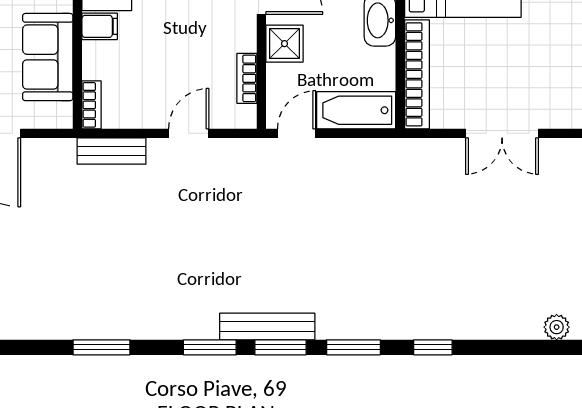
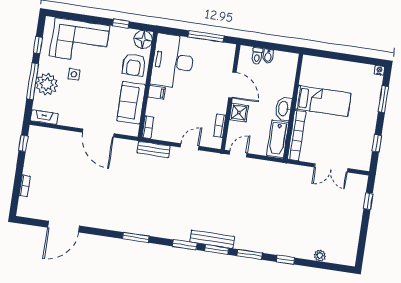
bathtub: (356, 110) -> (278, 139), moved, turned -90
plant: (557, 327) -> (320, 256), moved

